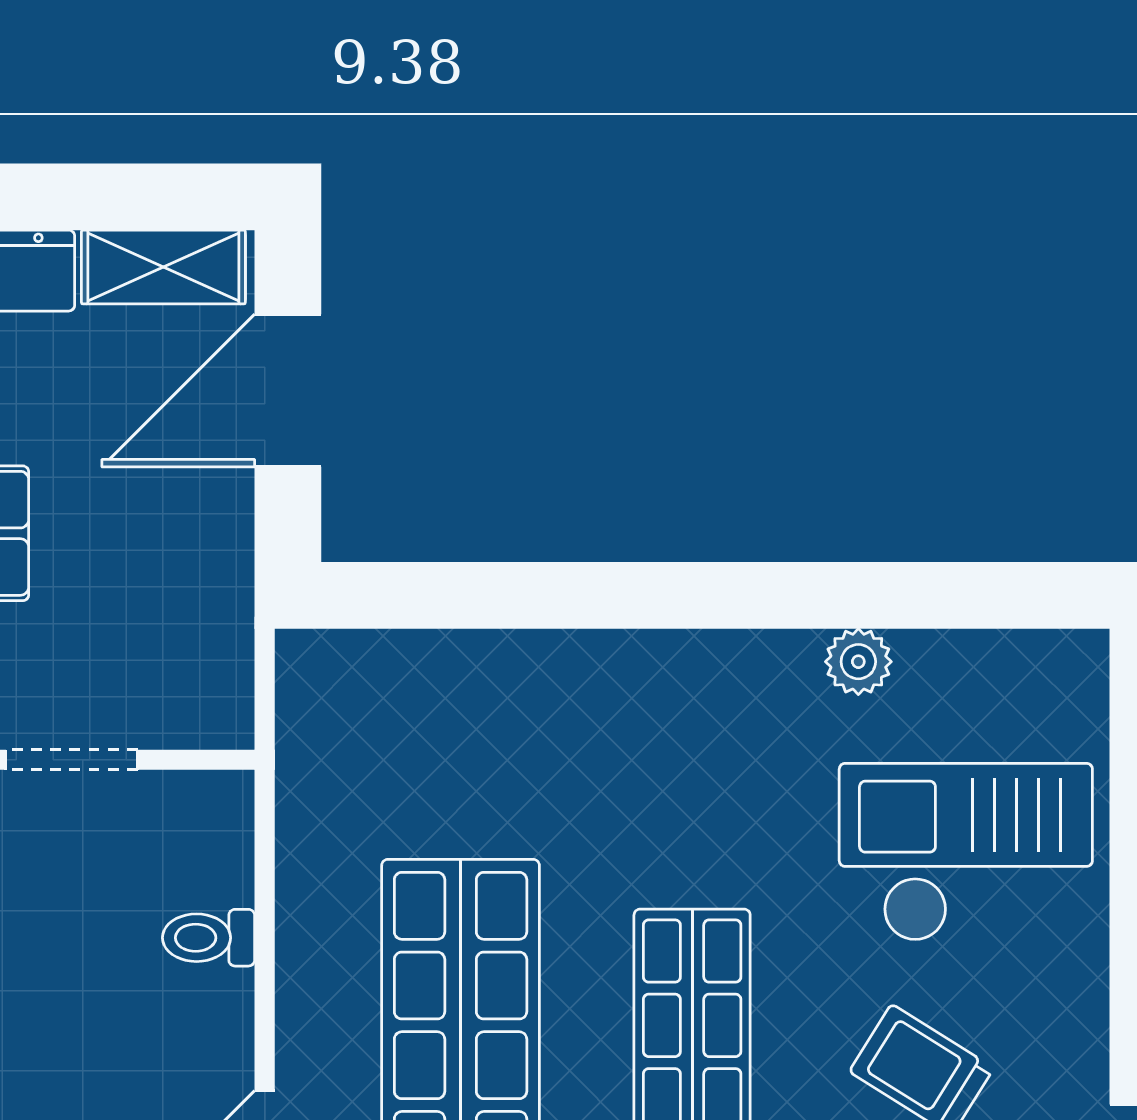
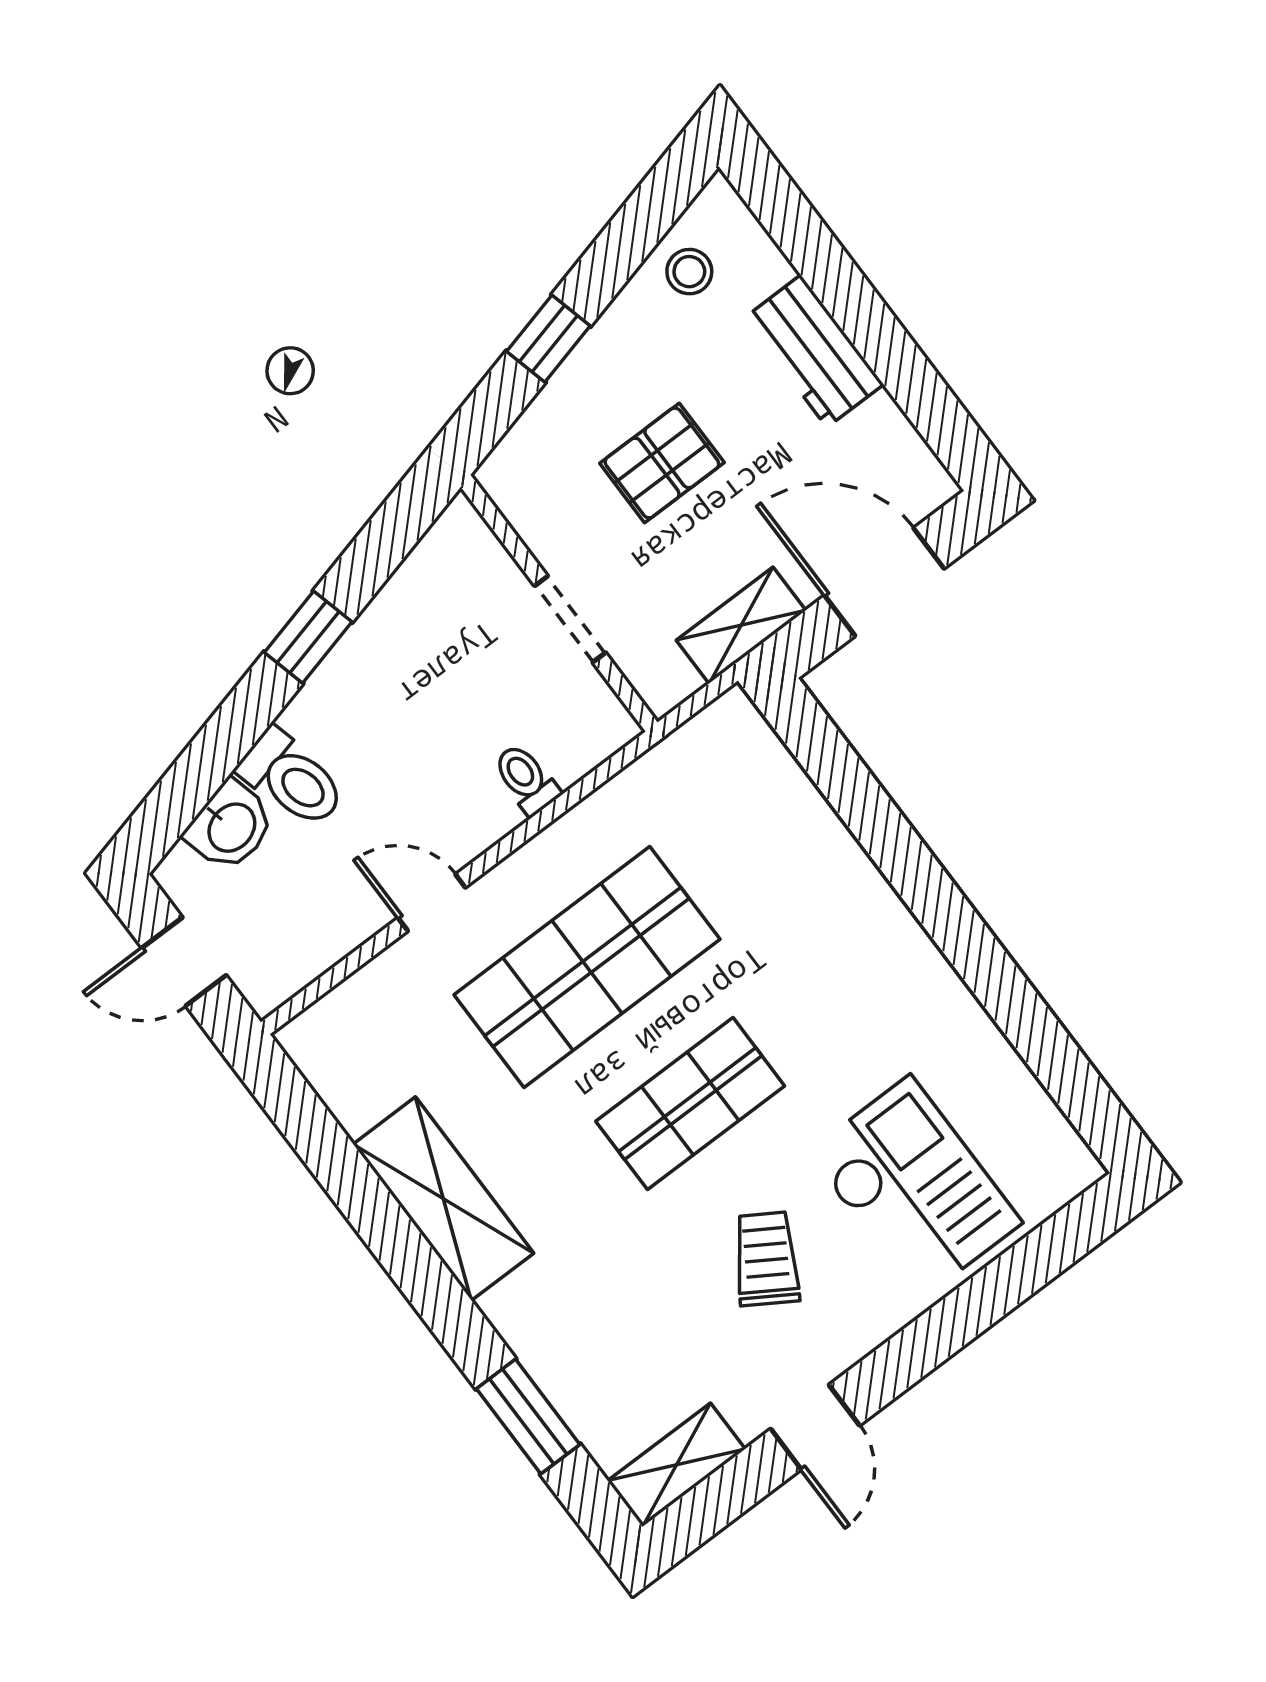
shelving: (163, 267) -> (741, 625), moved, turned 90
plant: (858, 662) -> (979, 1039), removed

